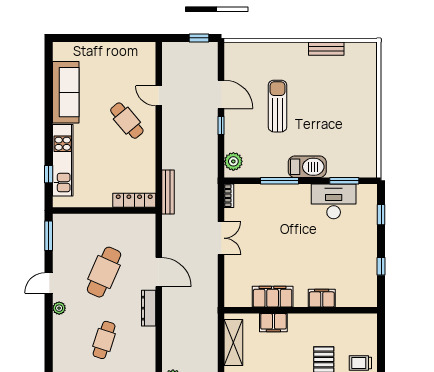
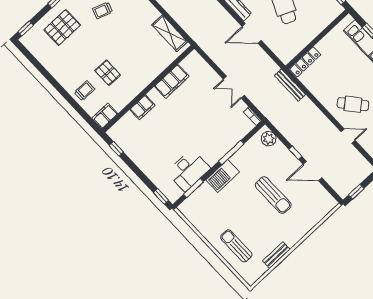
sun lounger: (355, 91) -> (236, 246), added
window: (381, 215) -> (161, 196), moved
window: (381, 266) -> (116, 149), moved
filing cabinet: (273, 323) -> (105, 116), moved

